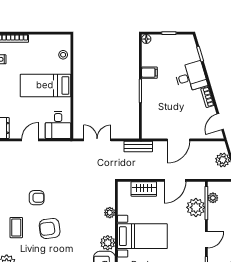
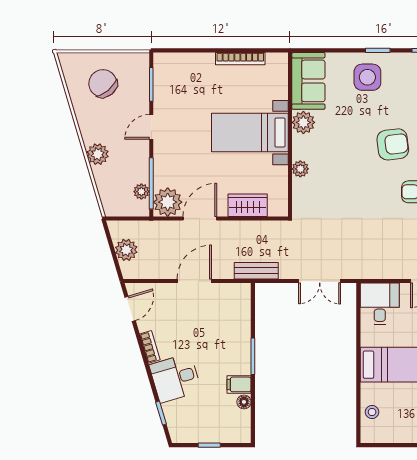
floor lamp: (146, 39) -> (244, 402), moved
plant: (196, 207) -> (168, 202), moved

